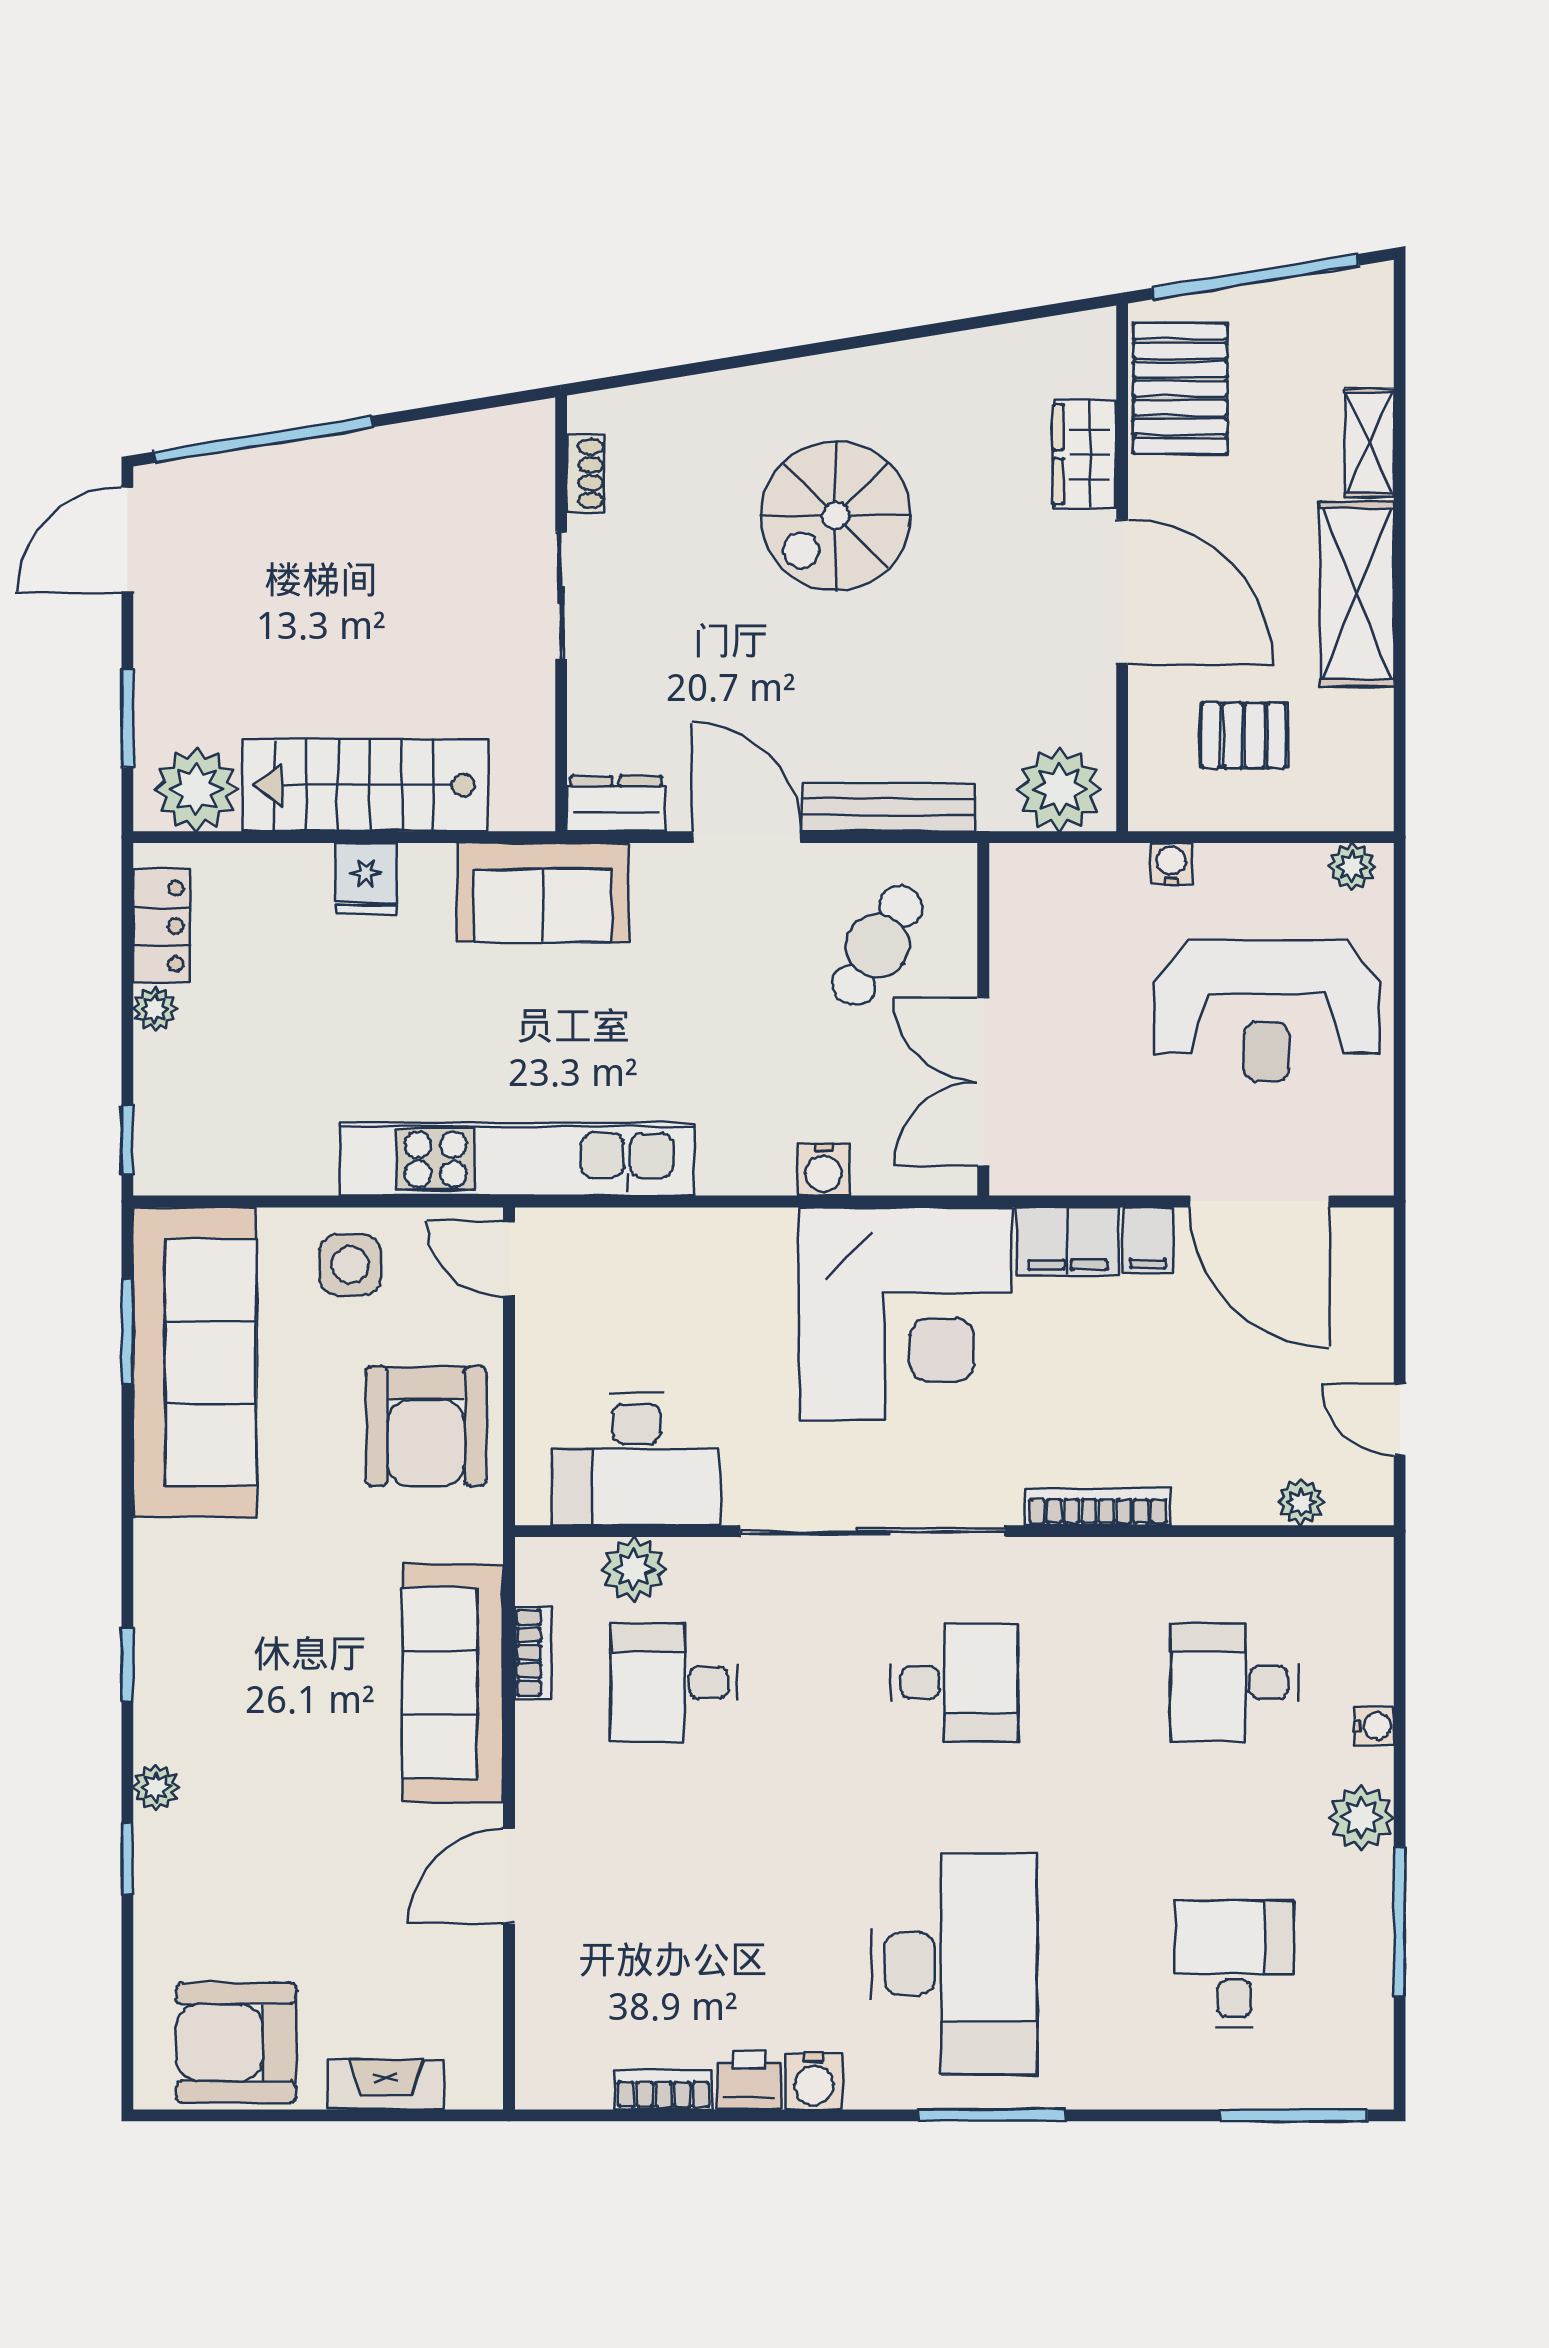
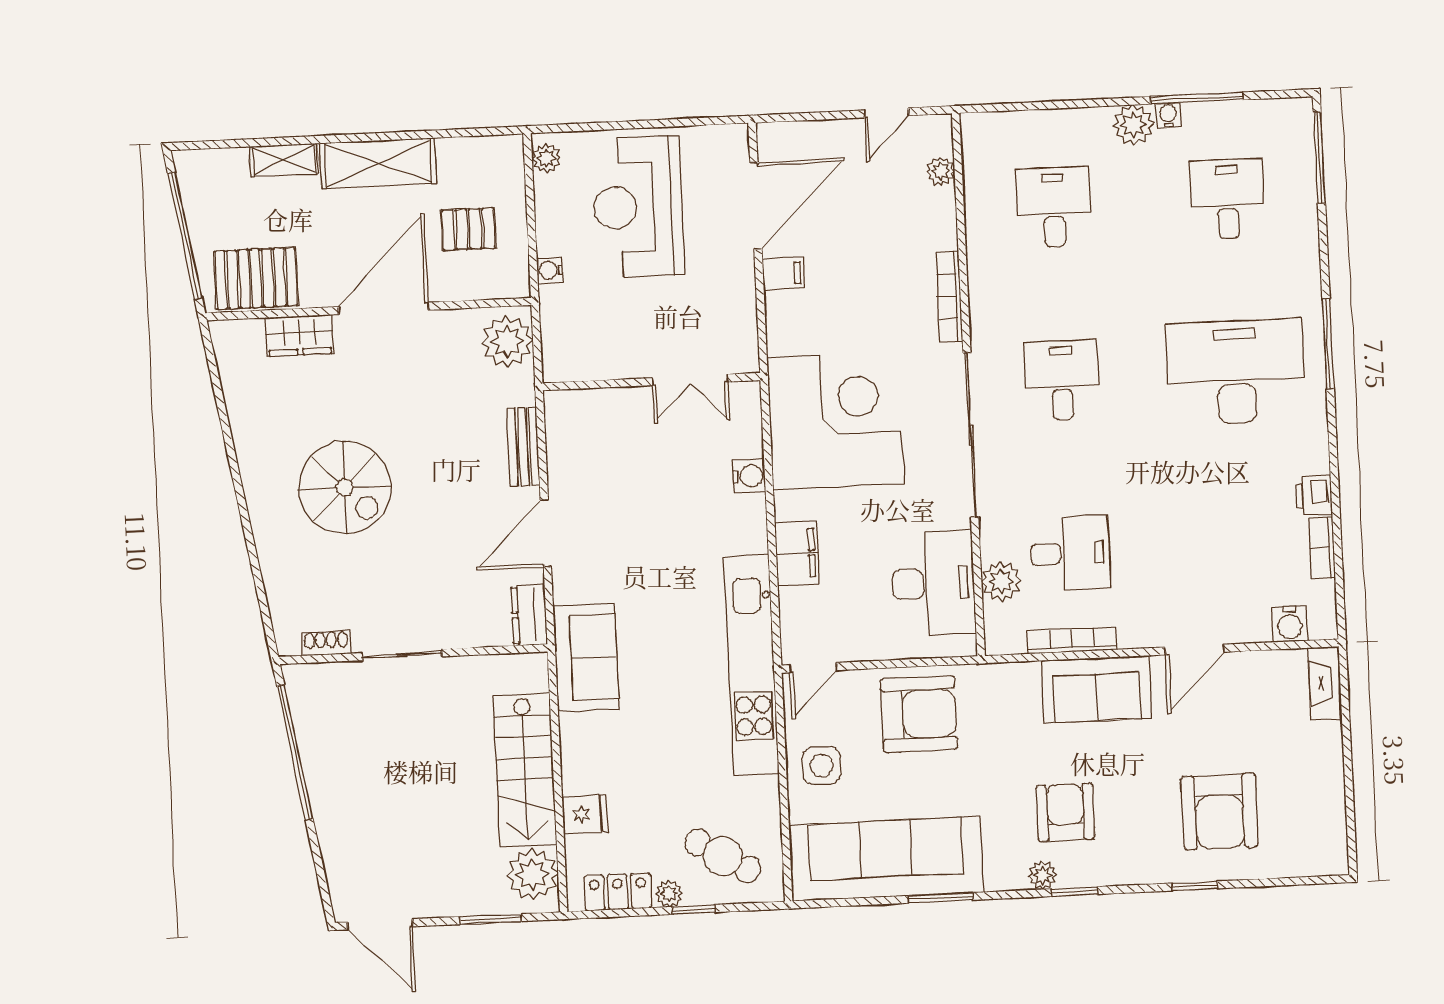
window: (264, 439) -> (295, 752), moved
pallet: (1244, 735) -> (468, 229), turned 90
bench: (888, 807) -> (523, 447), width x0.73
fridge: (366, 879) -> (585, 814), moved
cafe table: (877, 946) -> (723, 856), moved
reception desk: (1267, 1011) -> (638, 207), turned 180
double door: (983, 1082) -> (690, 380), width x0.73
window: (127, 1140) -> (694, 910), moved
filing cabinet: (1068, 1241) -> (797, 553), moved
window: (127, 1332) -> (941, 898), moved
bookcase: (533, 1653) -> (1072, 640), width x1.56
armchair: (256, 1655) -> (1065, 812), added
sofa: (453, 1683) -> (1096, 689), width x0.73
desk: (674, 1683) -> (1070, 553), turned -90
desk: (1234, 1683) -> (1054, 207), turned 180
water cooler: (1374, 1726) -> (1168, 115), moved
plant: (156, 1787) -> (1043, 875), moved
door: (509, 1876) -> (1194, 650), hinge flipped
desk: (1234, 1964) -> (1228, 199), turned 90
armchair: (236, 2043) -> (1220, 812), moved
water cooler: (814, 2081) -> (1290, 624), moved, turned 90
fireplace: (386, 2085) -> (1325, 683), moved

